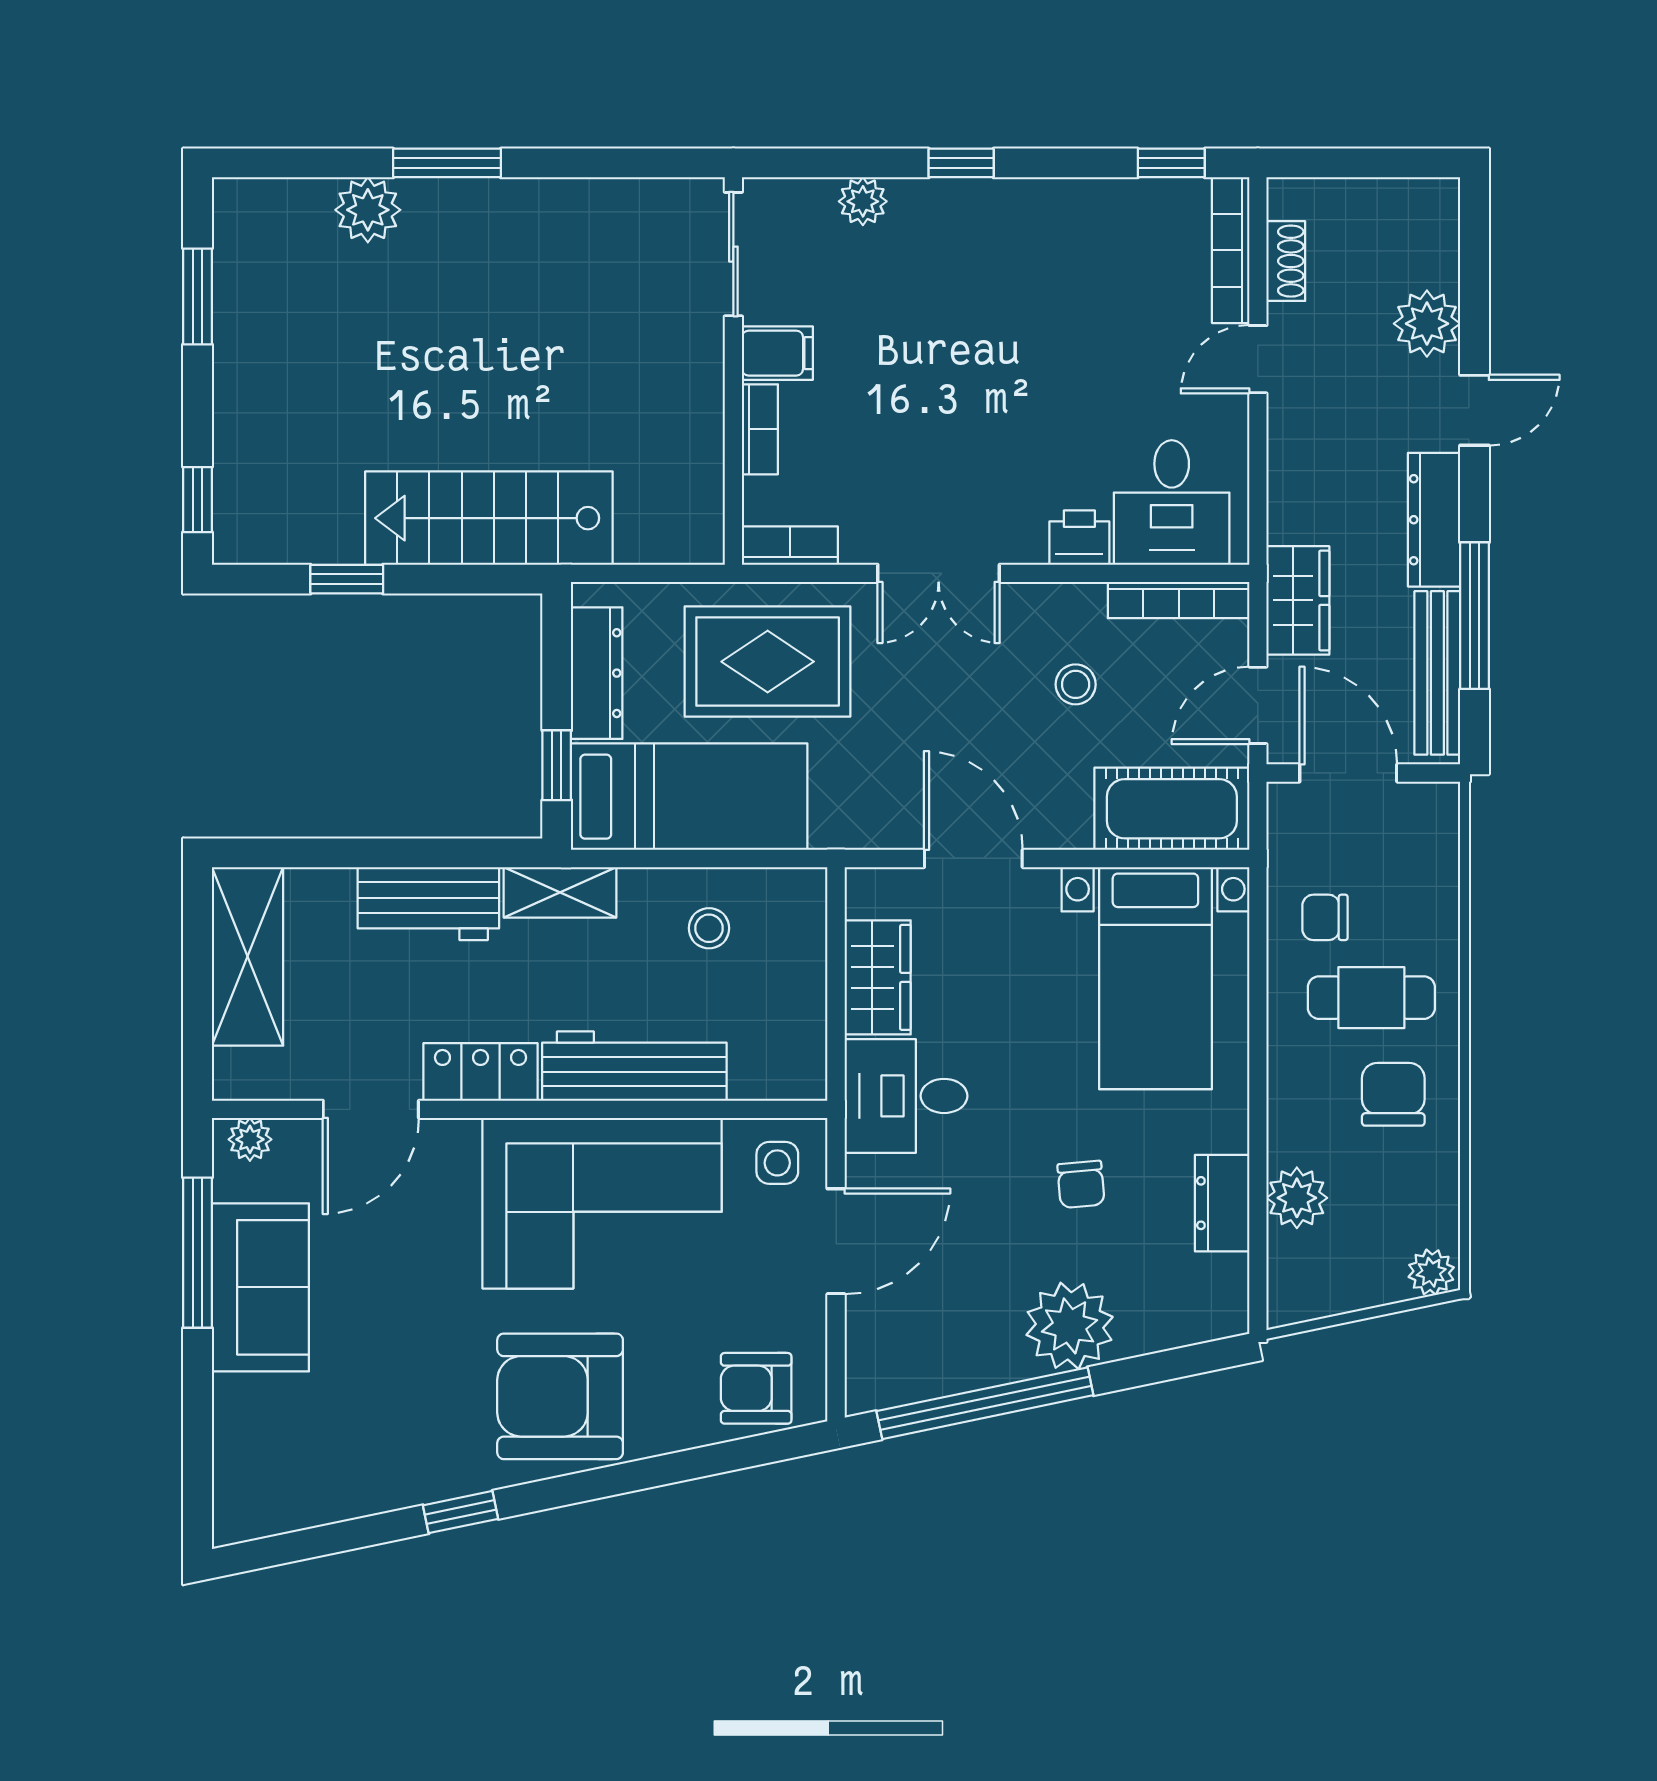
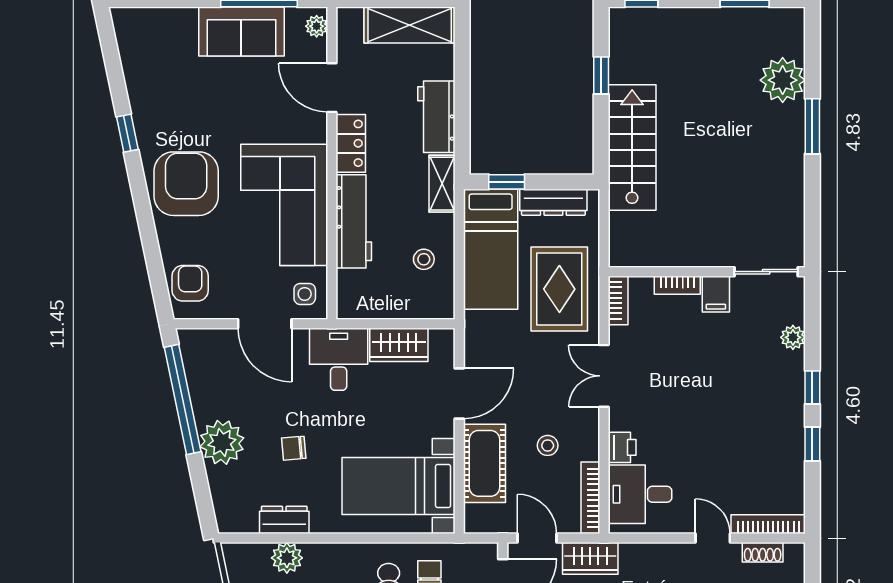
window: (1171, 163) -> (812, 444), moved
plant: (368, 210) -> (783, 80), width x1.36, depth x1.36
cot: (1172, 809) -> (484, 463), moved

